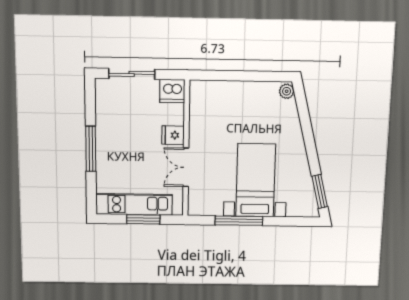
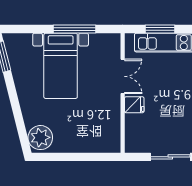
dishwasher: (172, 91) -> (135, 143), removed
plant: (287, 91) -> (40, 138), width x1.87, depth x1.87

